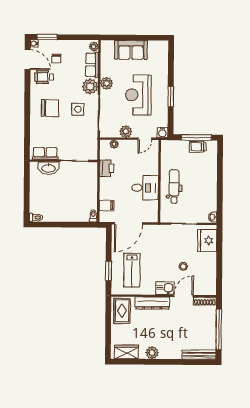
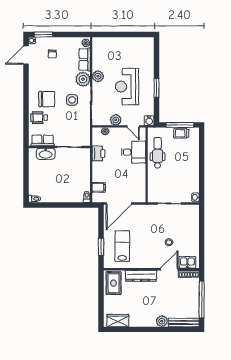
sofa: (131, 50) -> (120, 46), removed
door: (28, 60) -> (26, 55), swing flipped
wheelchair: (44, 77) -> (39, 118), moved
door: (145, 139) -> (133, 126), hinge flipped
dental chair: (174, 186) -> (158, 153), moved
desk: (145, 188) -> (134, 152), moved
fridge: (207, 240) -> (190, 219), removed
lab bench: (132, 270) -> (122, 246), turned 180
kitchen sink: (165, 288) -> (187, 262), moved
plant: (152, 353) -> (162, 321), moved

